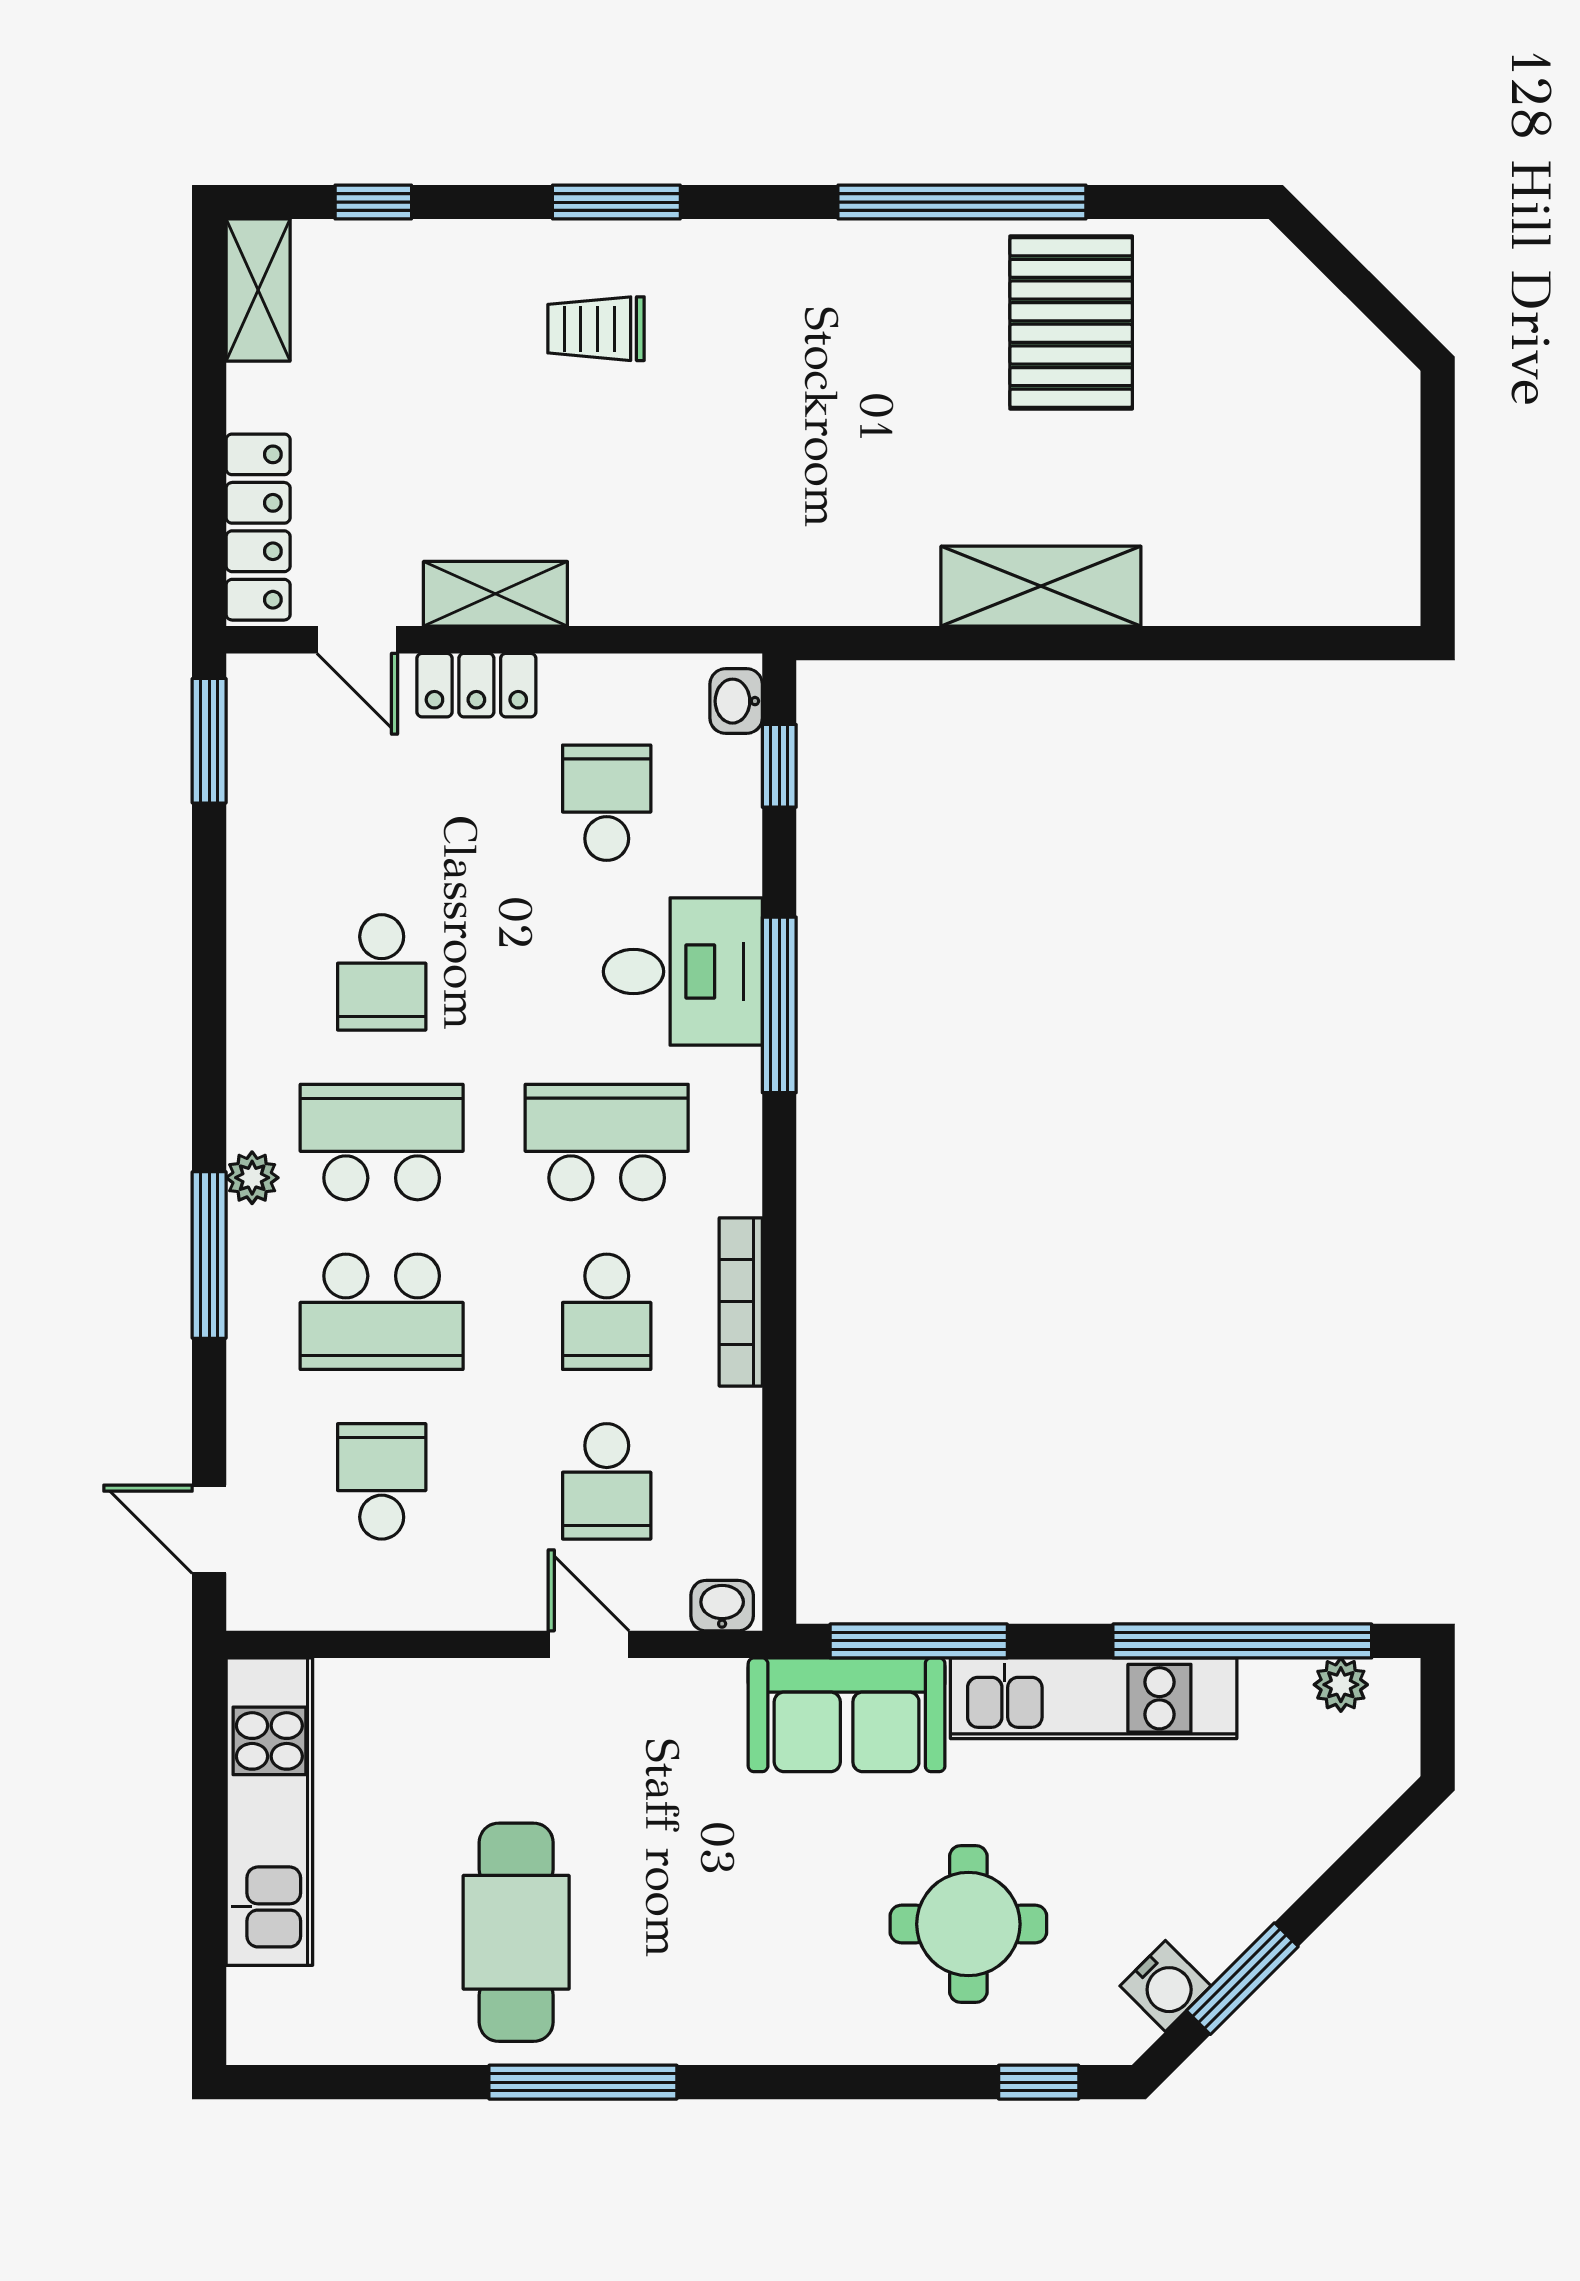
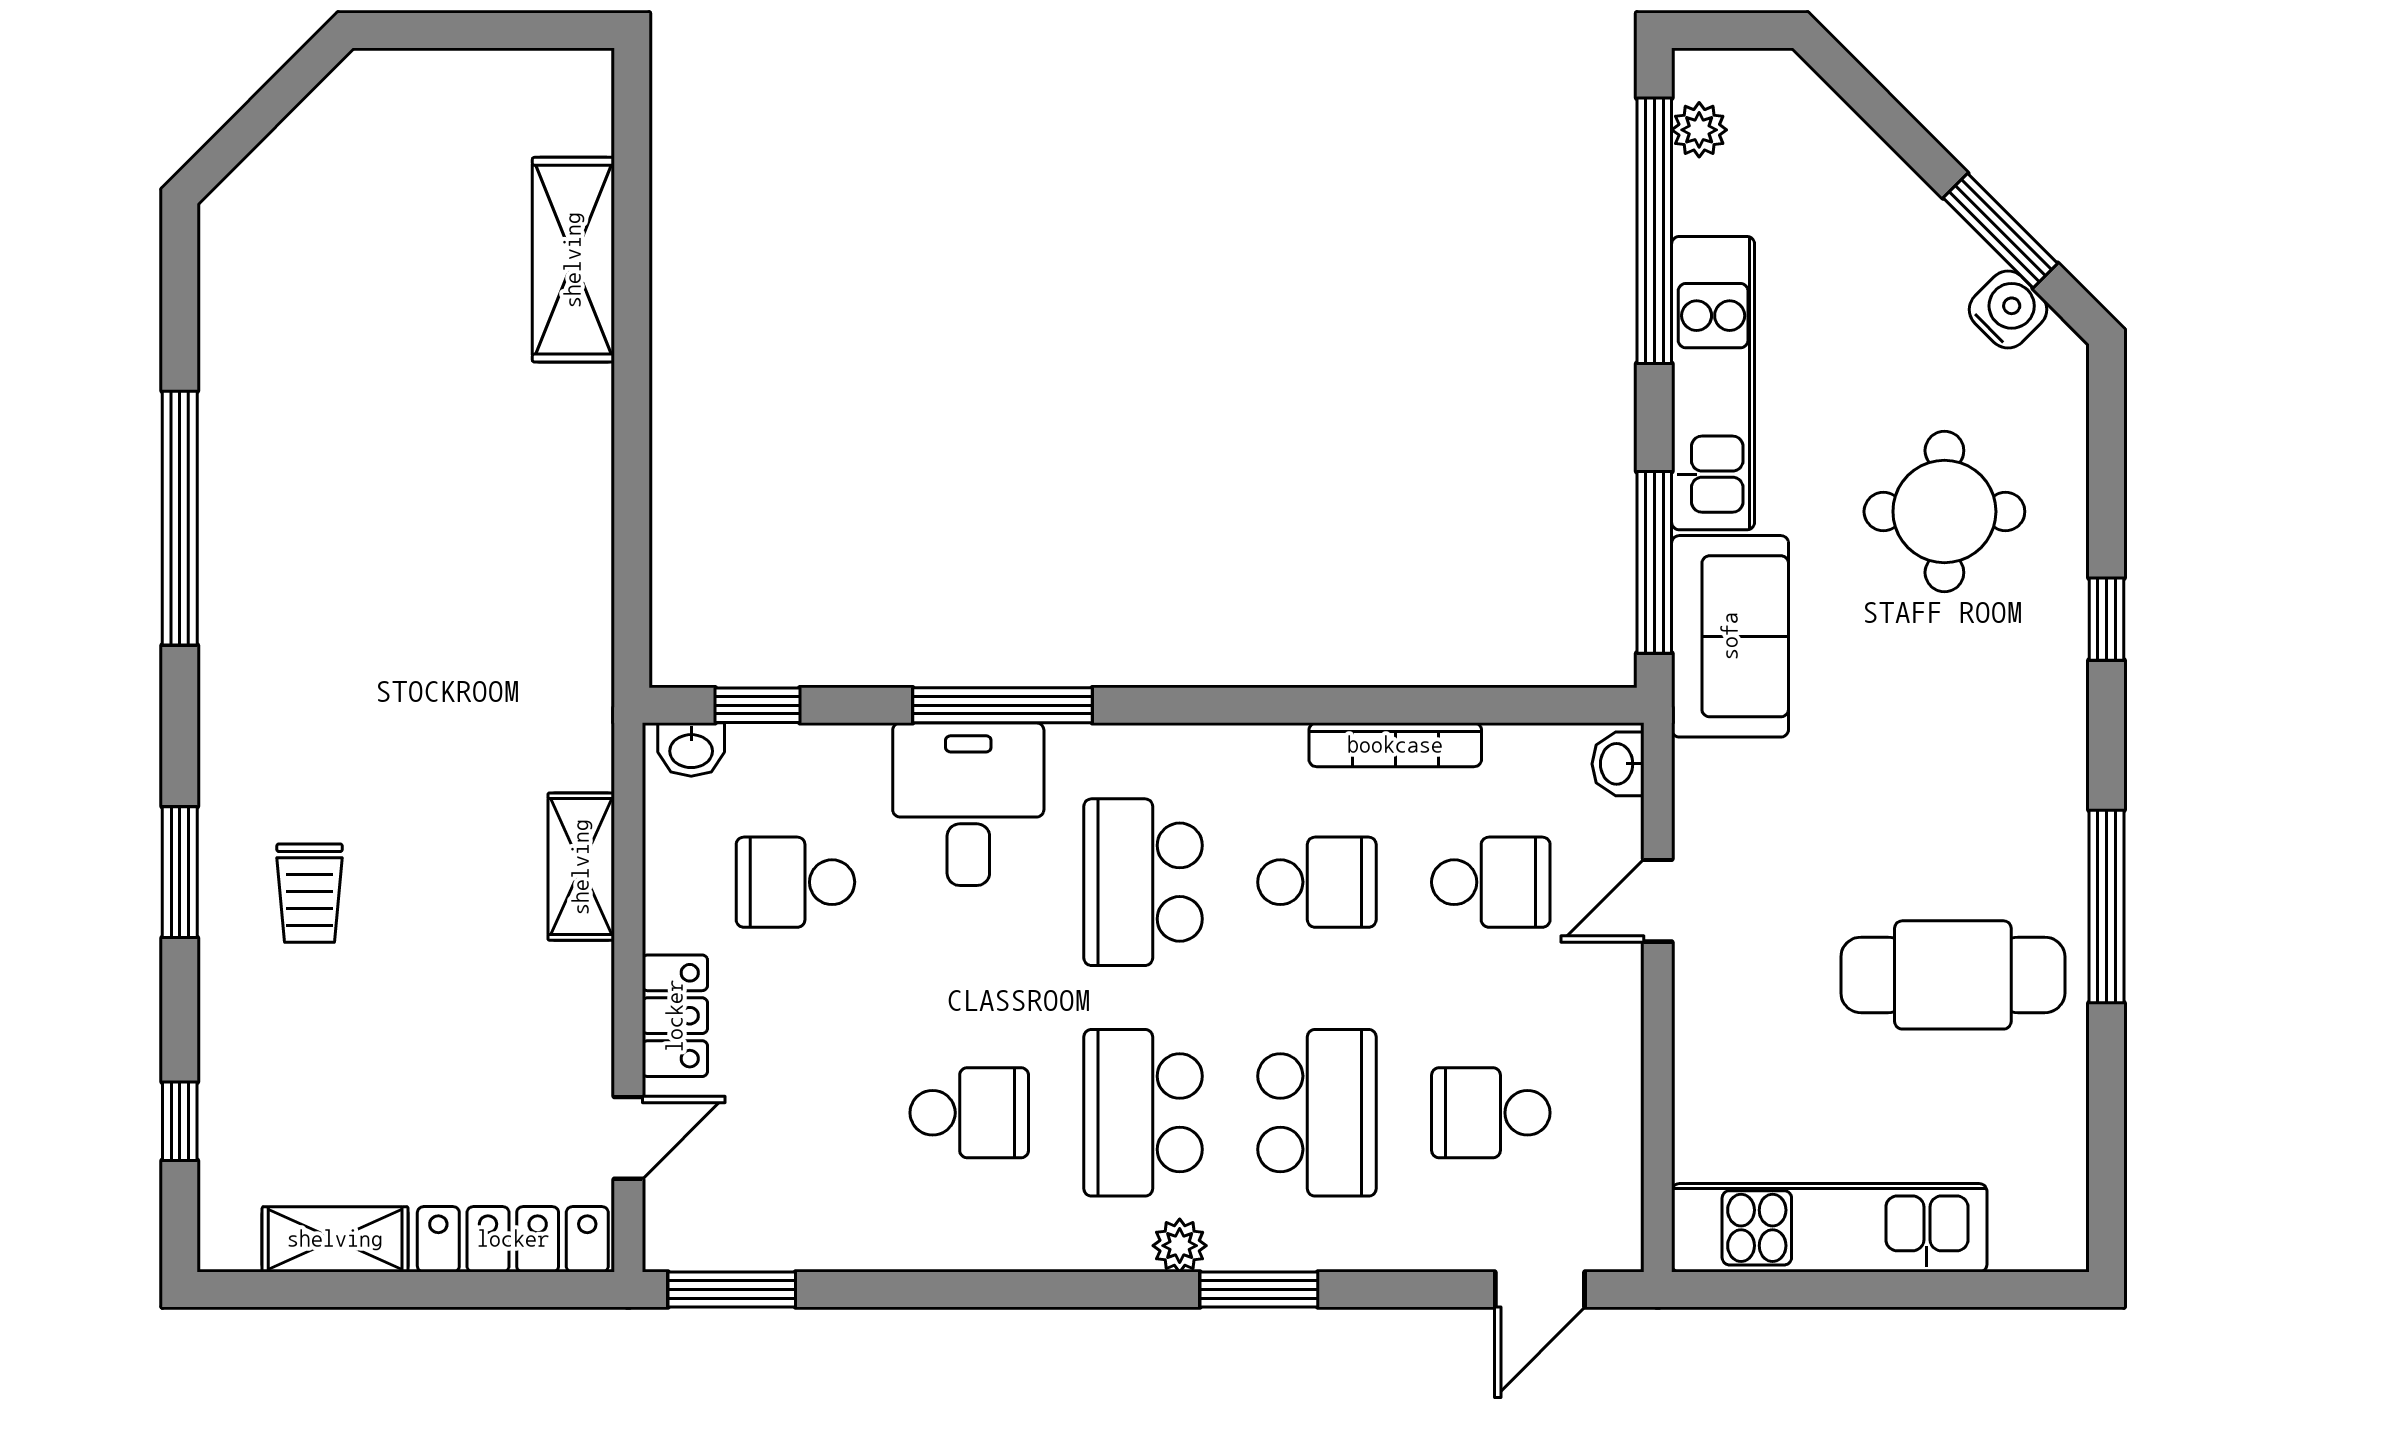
shelving: (258, 290) -> (335, 1239), moved
pallet: (1071, 323) -> (303, 406), removed
shelving: (1041, 586) -> (573, 260), moved
shelving: (495, 594) -> (581, 867), moved
window: (209, 1255) -> (1259, 1290), width x0.69
bookcase: (741, 1302) -> (1395, 745), moved
window: (1039, 2082) -> (2106, 619), moved

